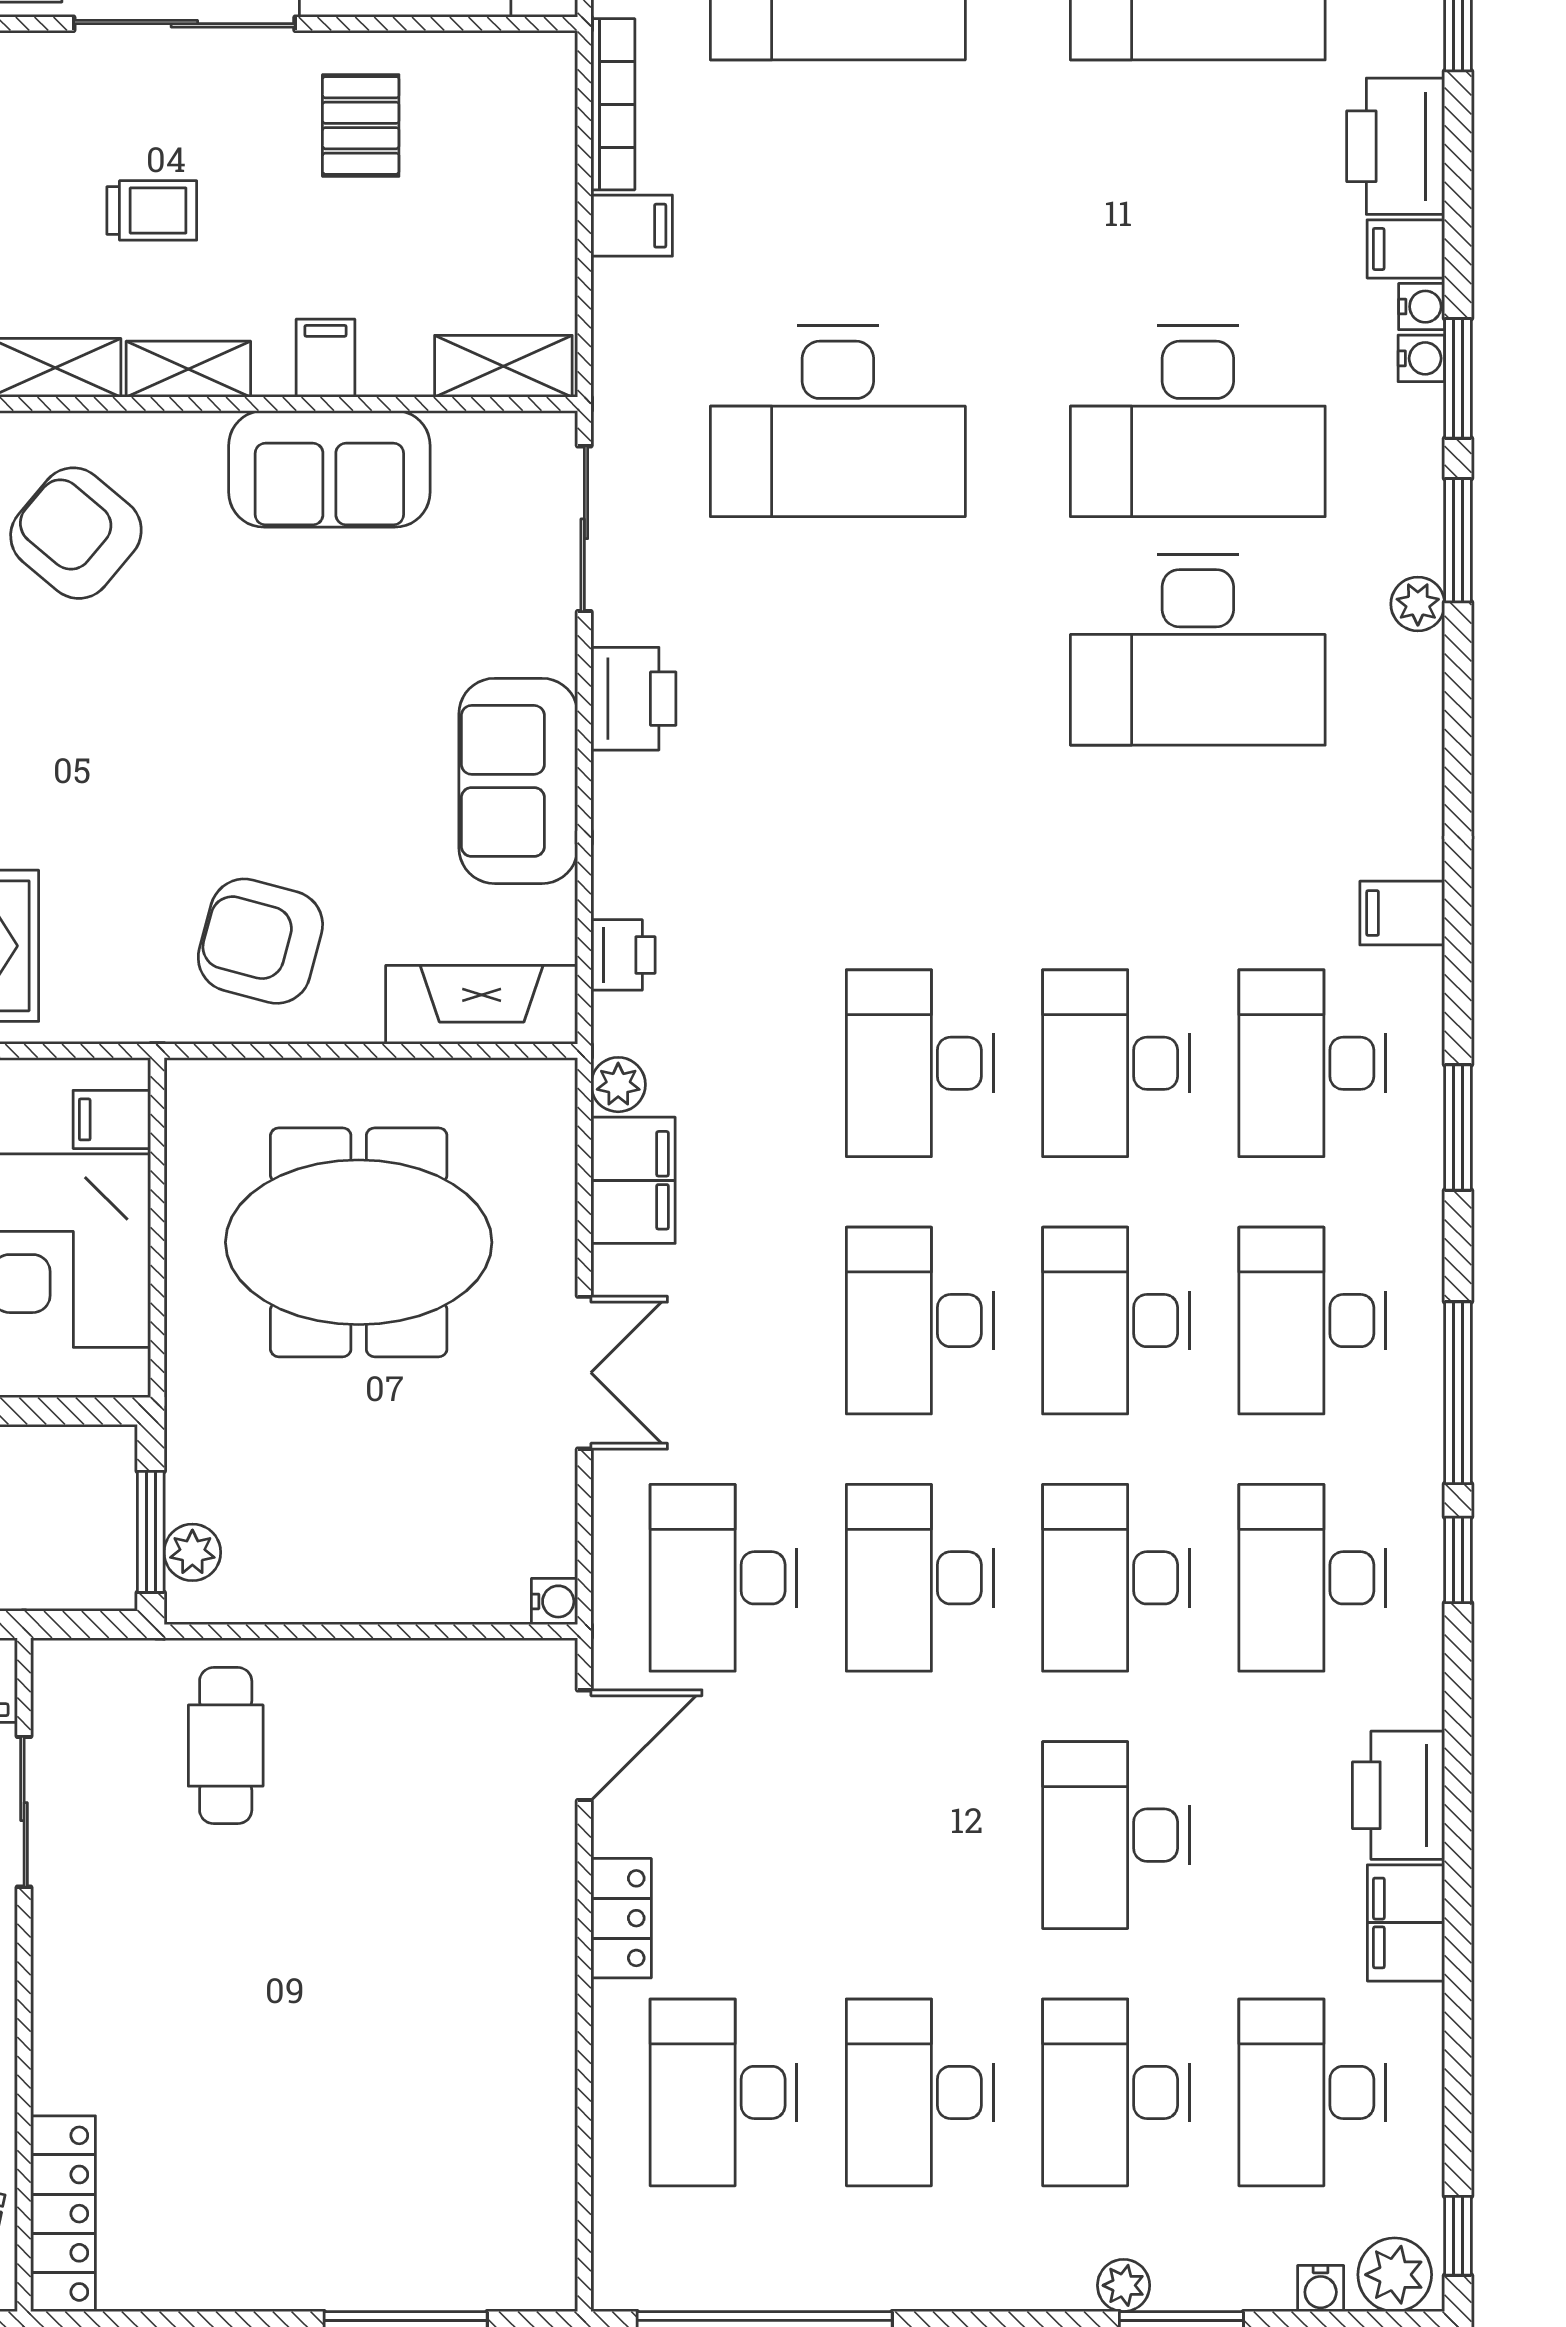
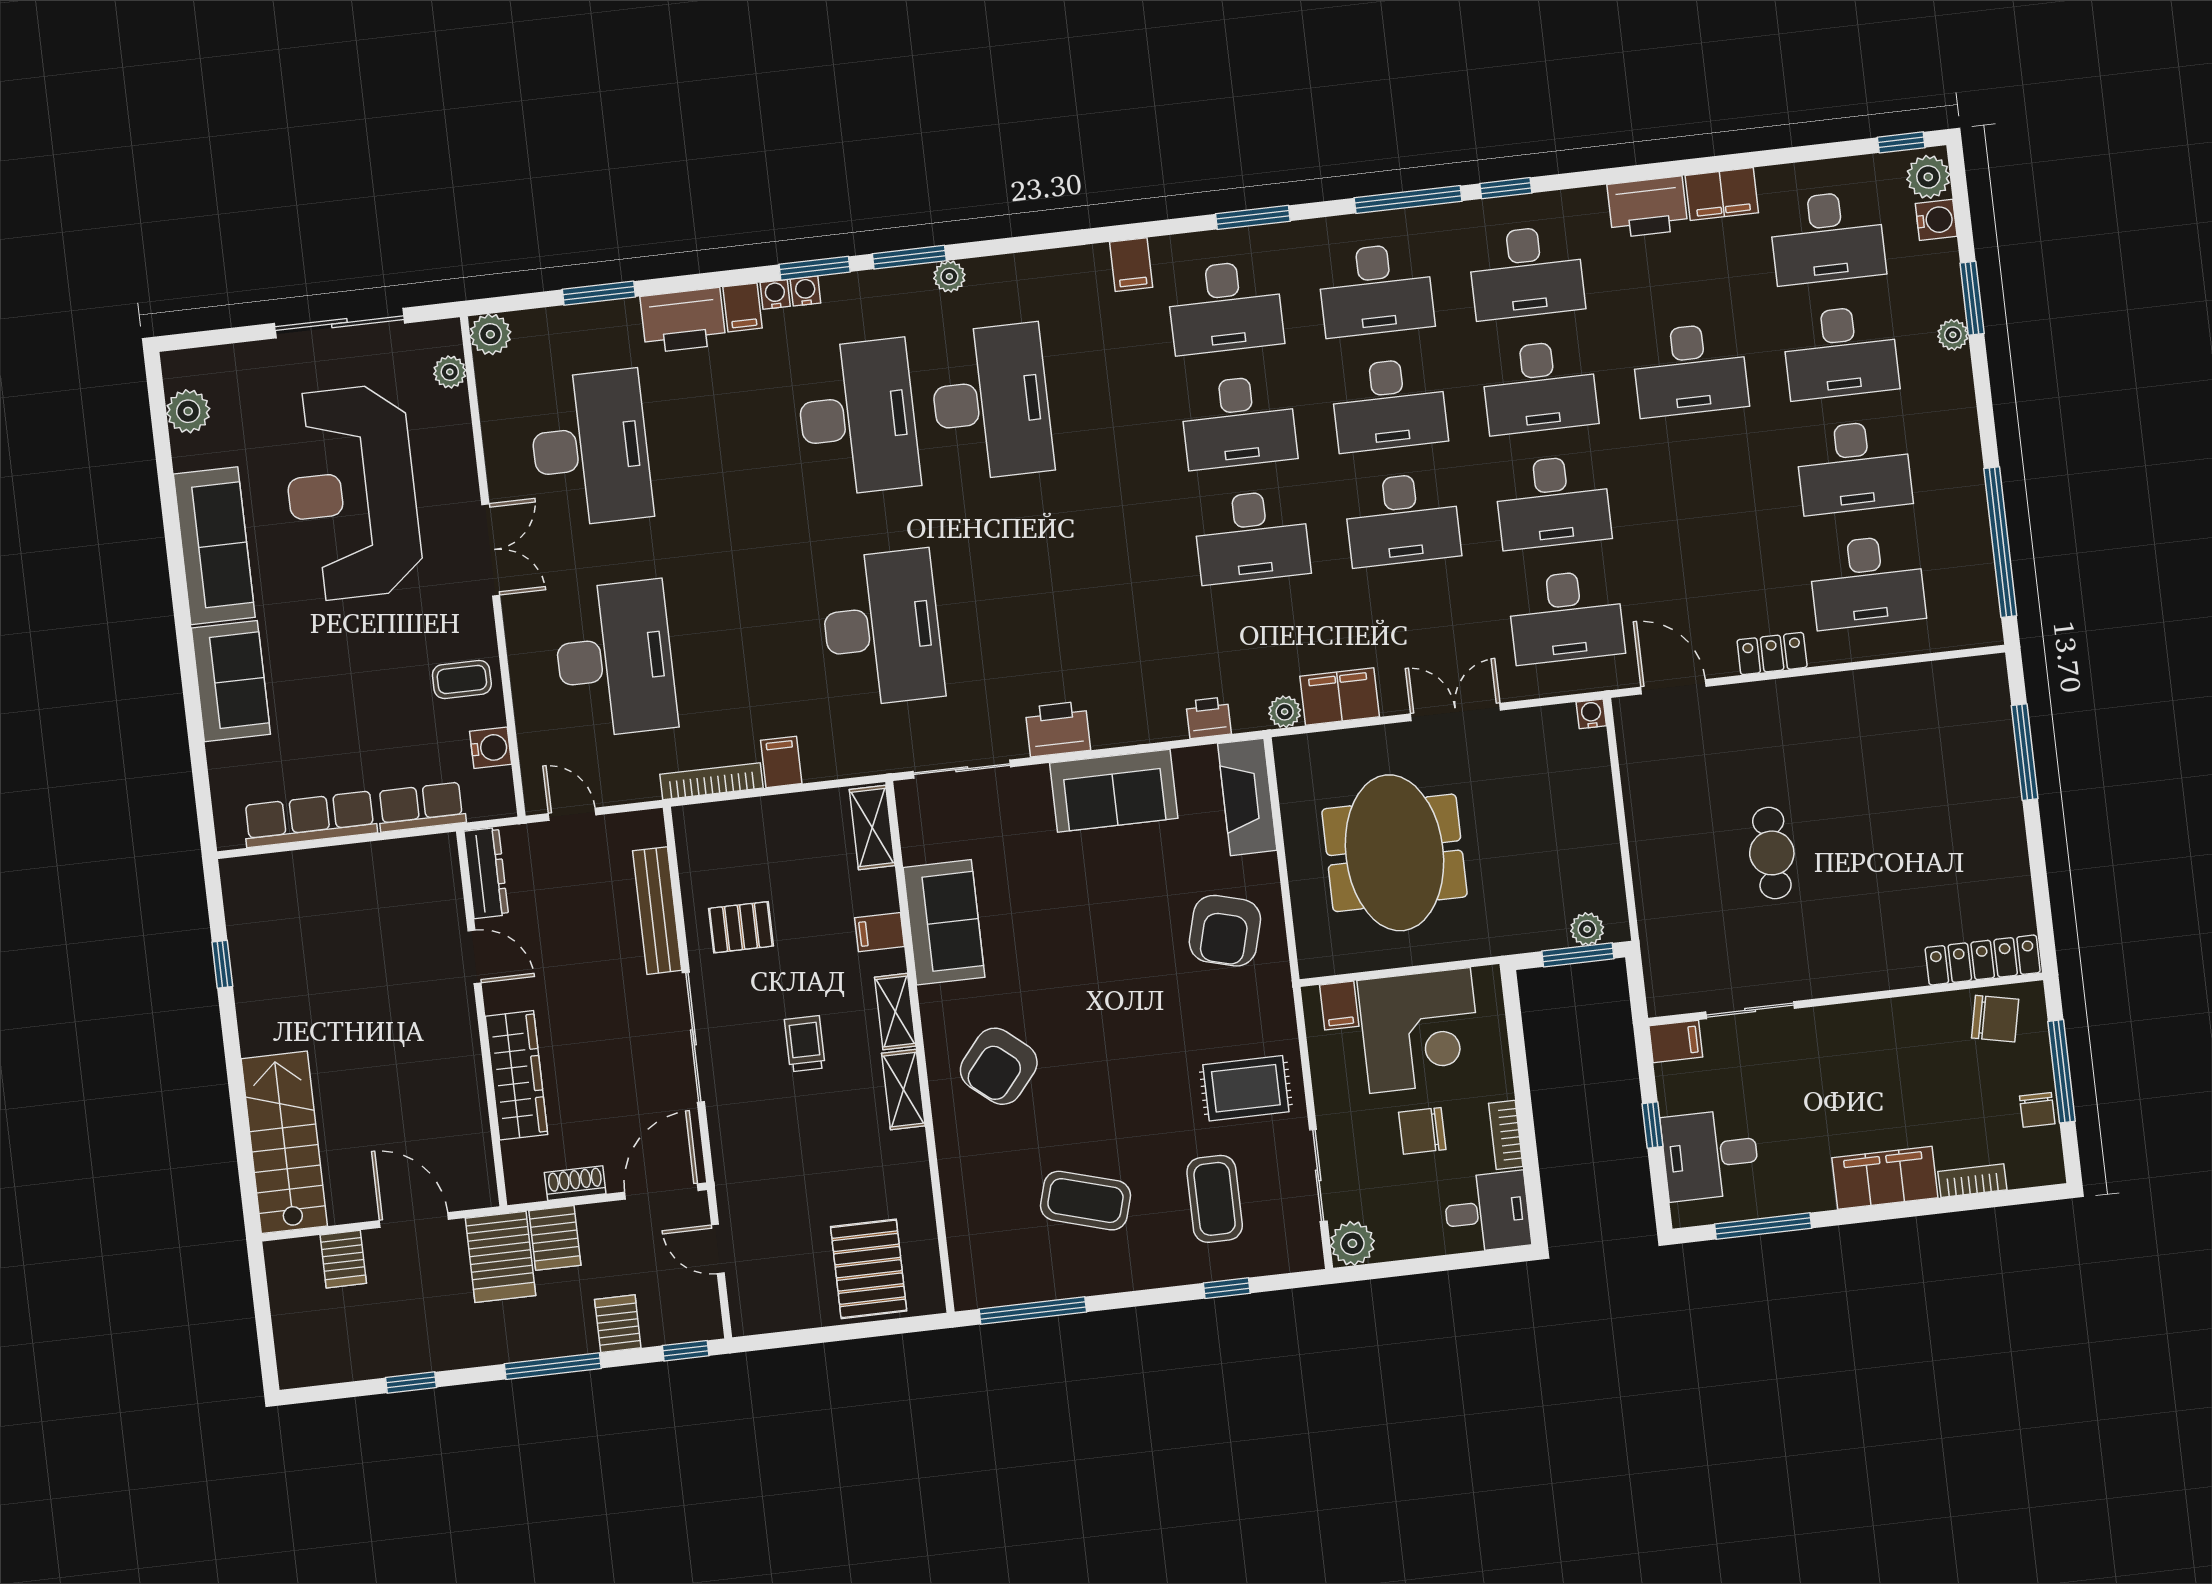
cafe table: (226, 1746) -> (1772, 853), moved, turned 90
water cooler: (1321, 2288) -> (1936, 220), width x1.38, depth x1.38

